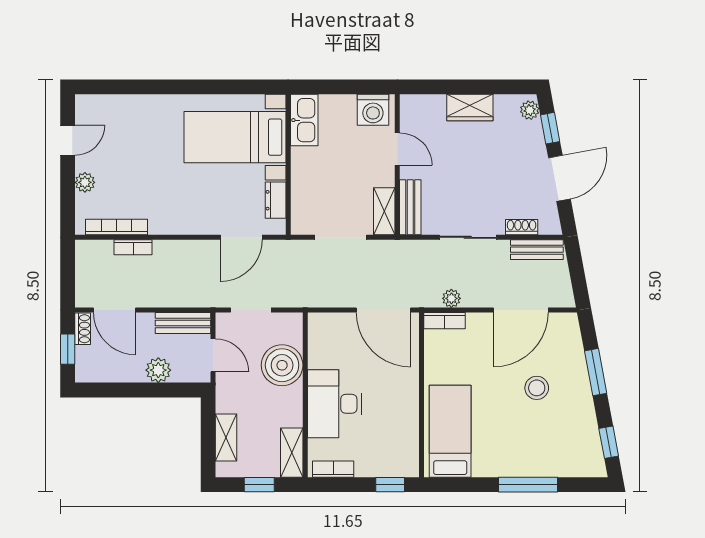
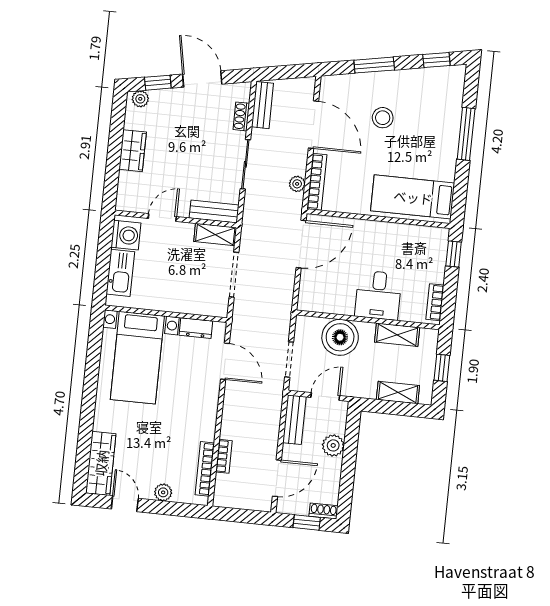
wardrobe: (110, 108) -> (101, 463), added
kitchen sink: (304, 120) -> (120, 273), moved, turned 90
bookcase: (445, 321) -> (317, 182), width x1.56
shoe rack: (83, 329) -> (323, 511), moved
desk: (334, 404) -> (378, 295), width x0.73
shelving: (292, 453) -> (397, 335), moved

